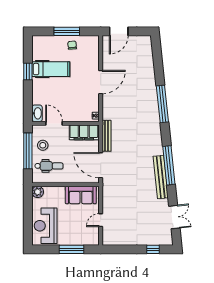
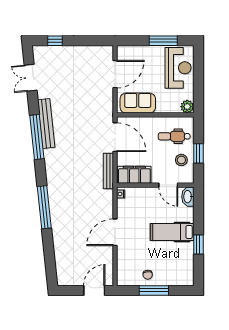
hospital bed: (51, 69) -> (172, 232), moved
window: (28, 151) -> (198, 153), width x0.47
door: (101, 220) -> (115, 74), width x1.87
window: (71, 249) -> (163, 41), moved

